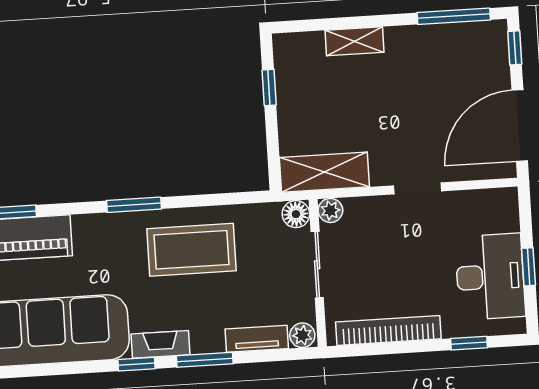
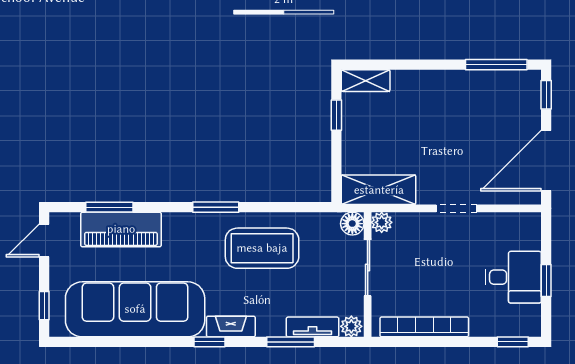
shelving: (355, 41) -> (366, 81), moved
desk: (490, 277) -> (513, 277), width x0.73
window: (469, 343) -> (513, 342), moved
window: (205, 360) -> (291, 342), moved

